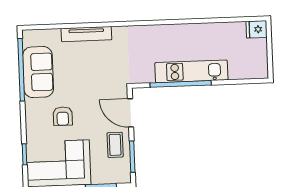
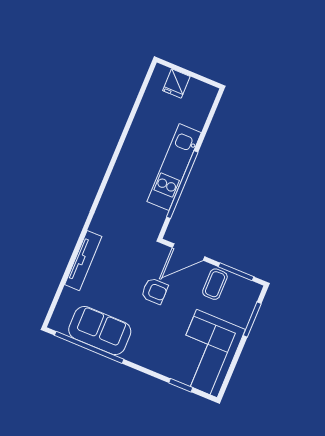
fridge: (256, 29) -> (176, 83), moved
armchair: (63, 116) -> (155, 291), moved
coffee table: (115, 145) -> (215, 284), turned 90

